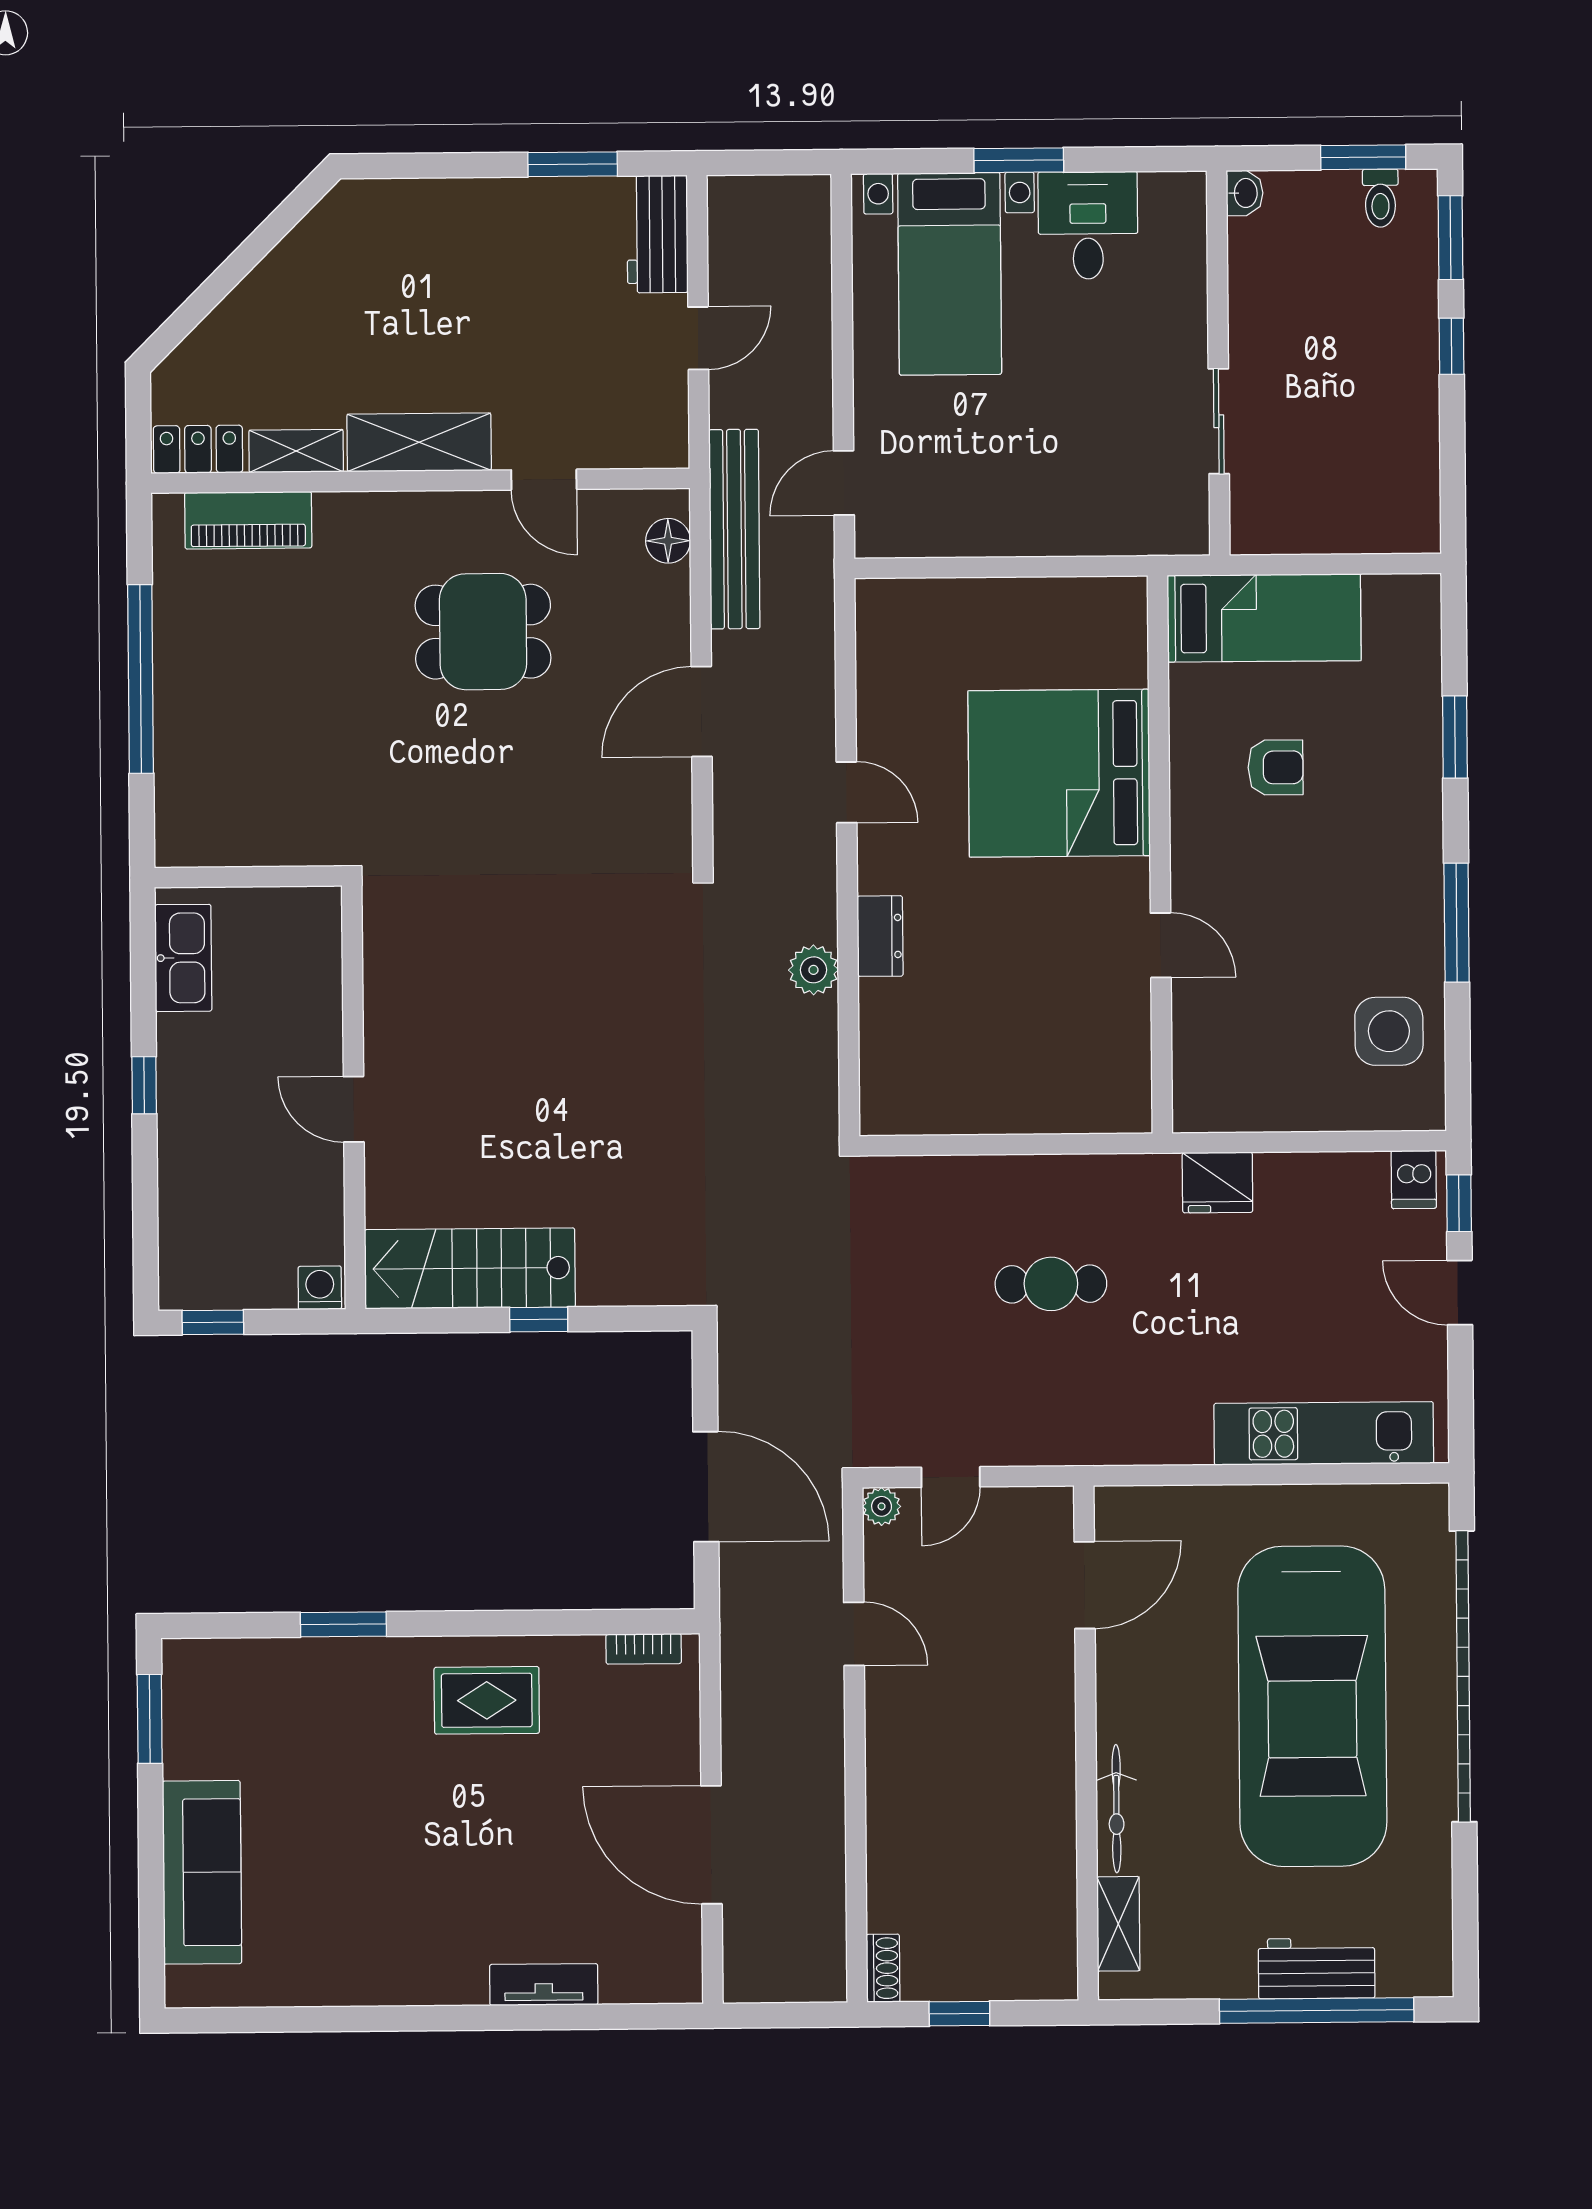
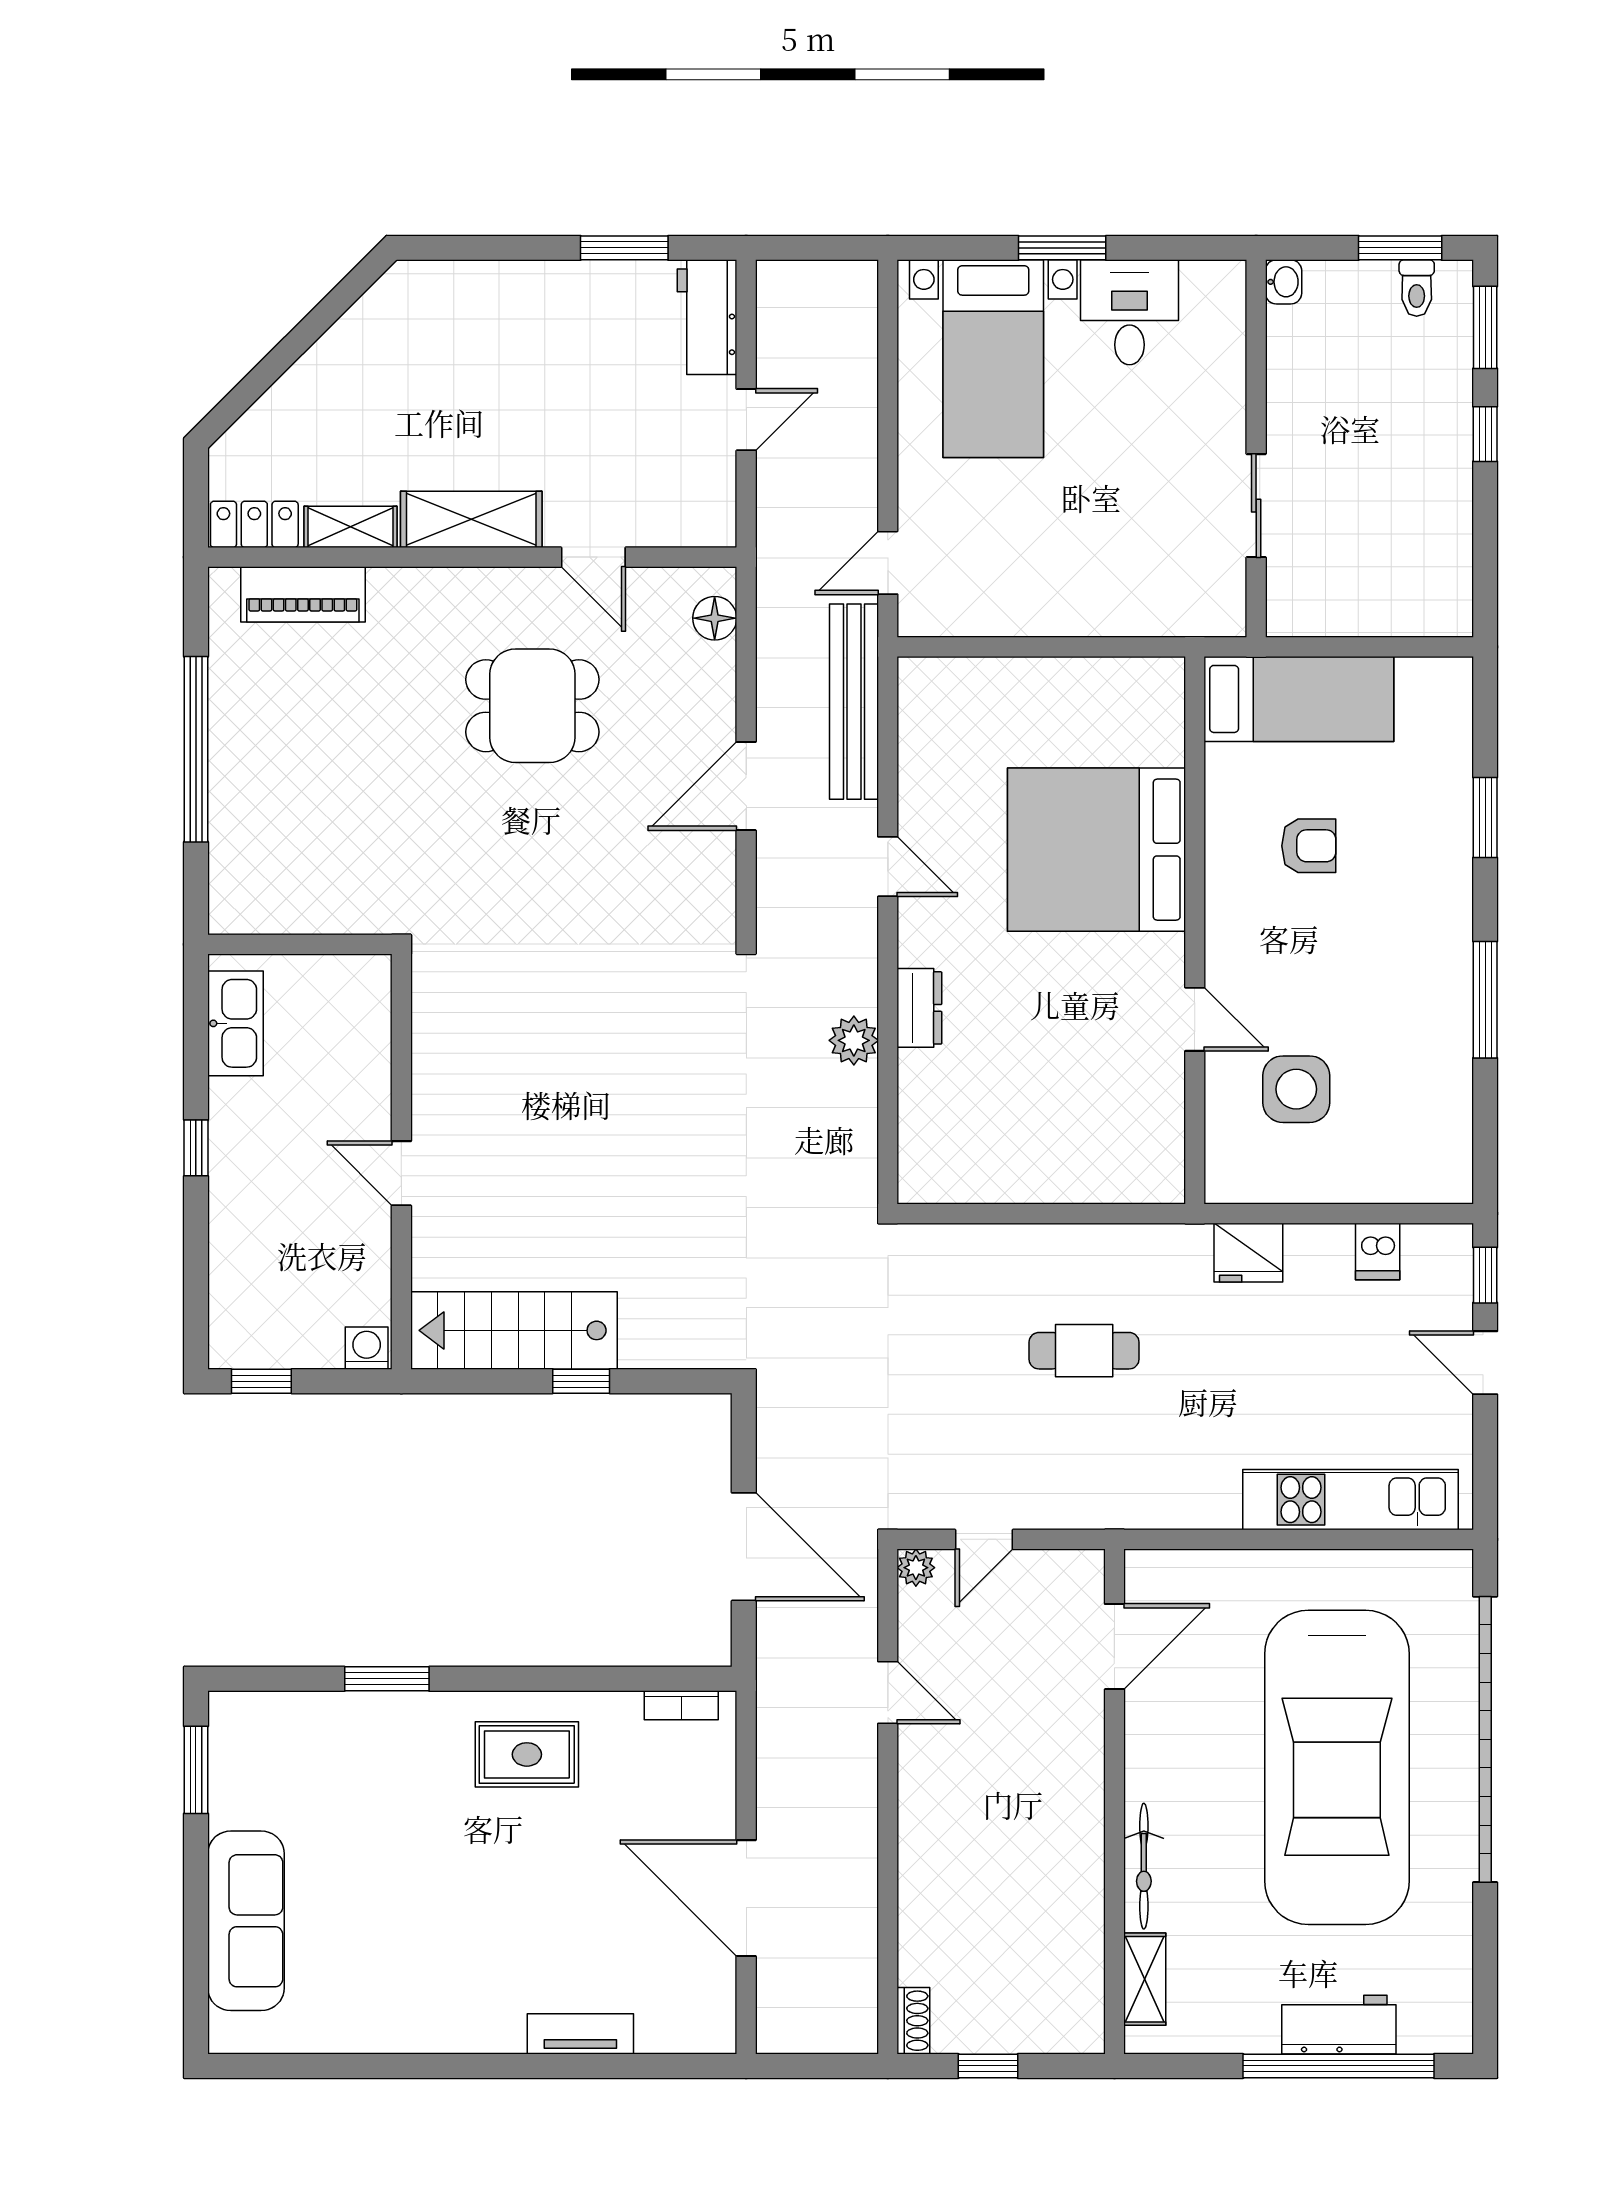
bench: (734, 529) -> (854, 702), moved
side table: (1389, 1031) -> (1296, 1089), moved
dishwasher: (1414, 1180) -> (1378, 1251), moved

